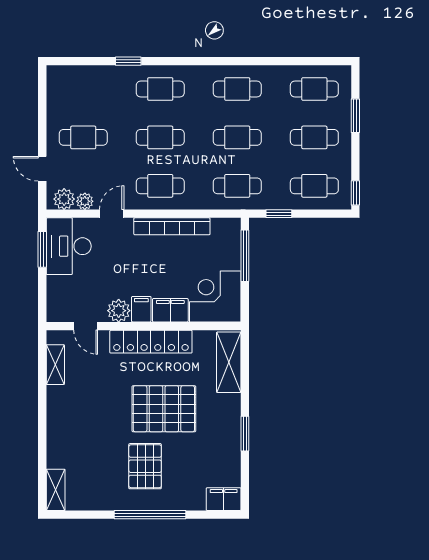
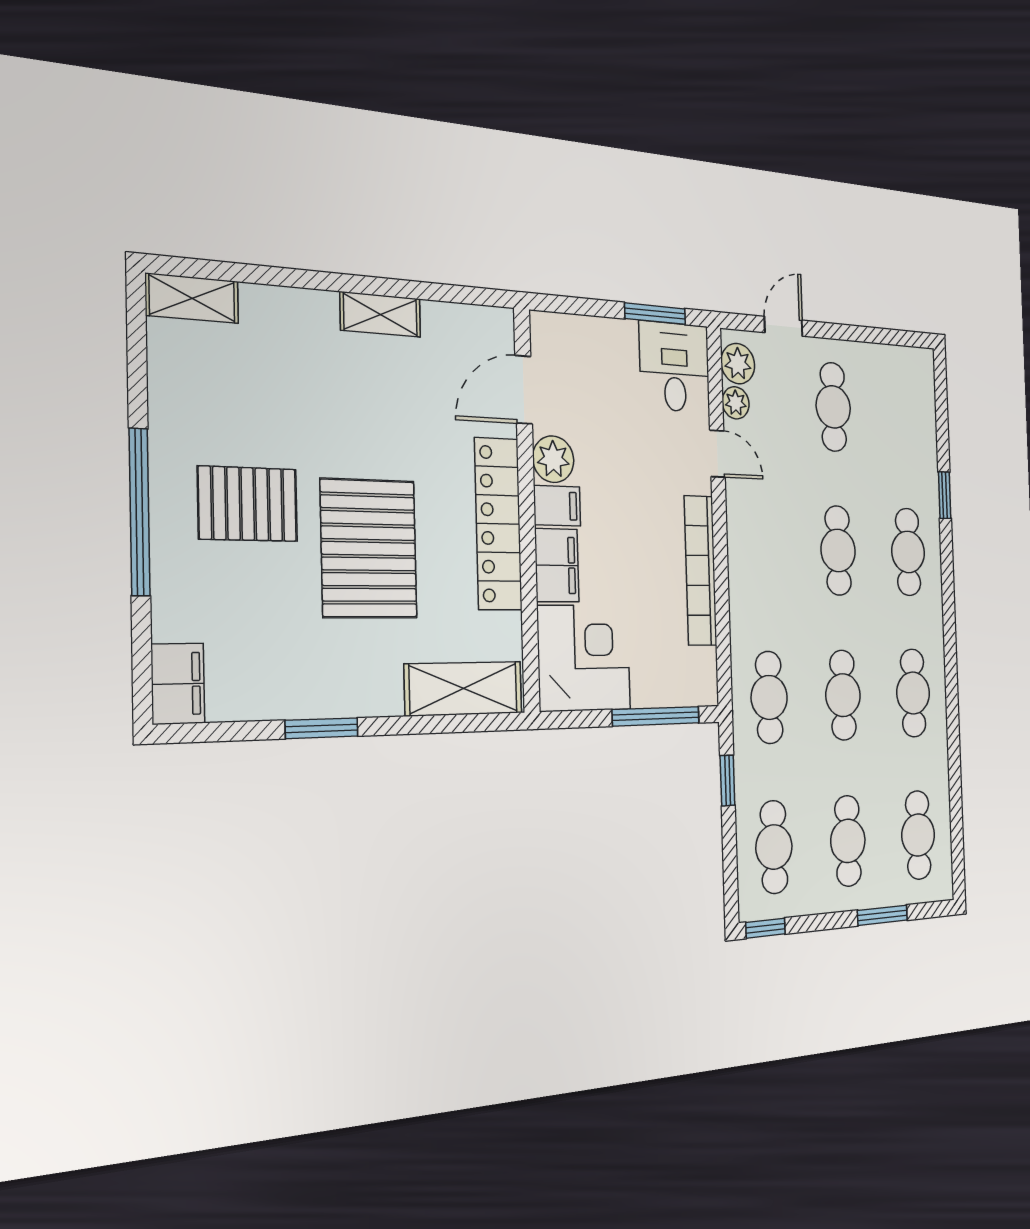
cafe table: (160, 186) -> (764, 549), removed
desk: (69, 246) -> (675, 367), width x0.73
door: (86, 326) -> (524, 390), width x1.38
shelving: (55, 365) -> (380, 314), moved

